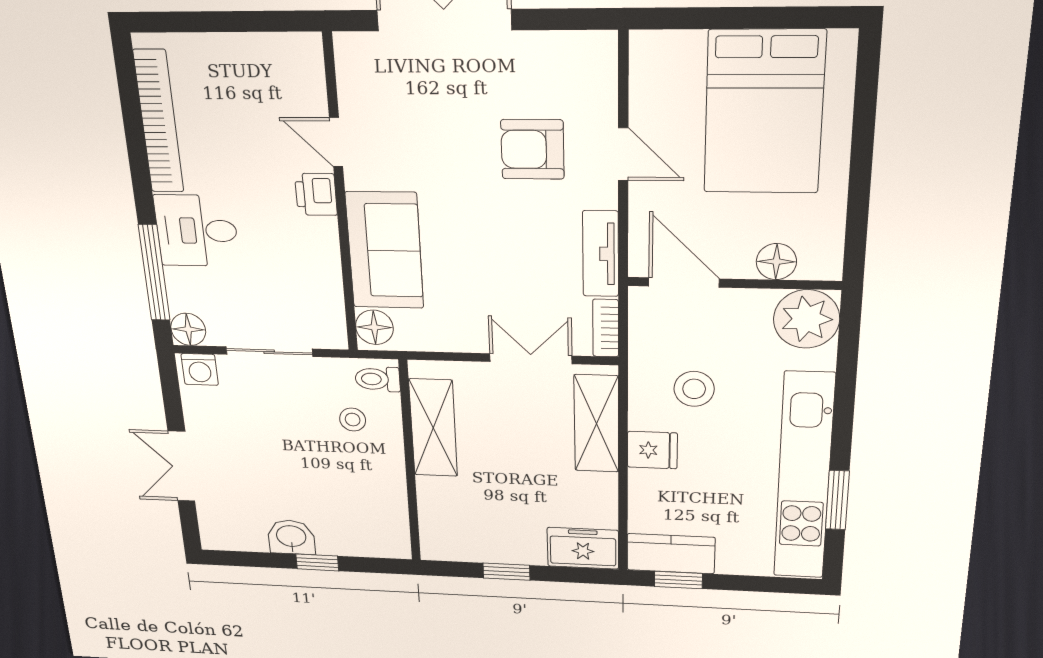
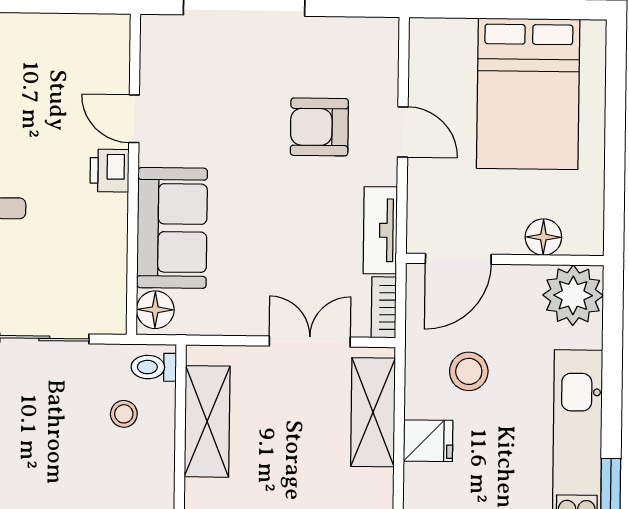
door: (684, 282) -> (458, 259), swing flipped

